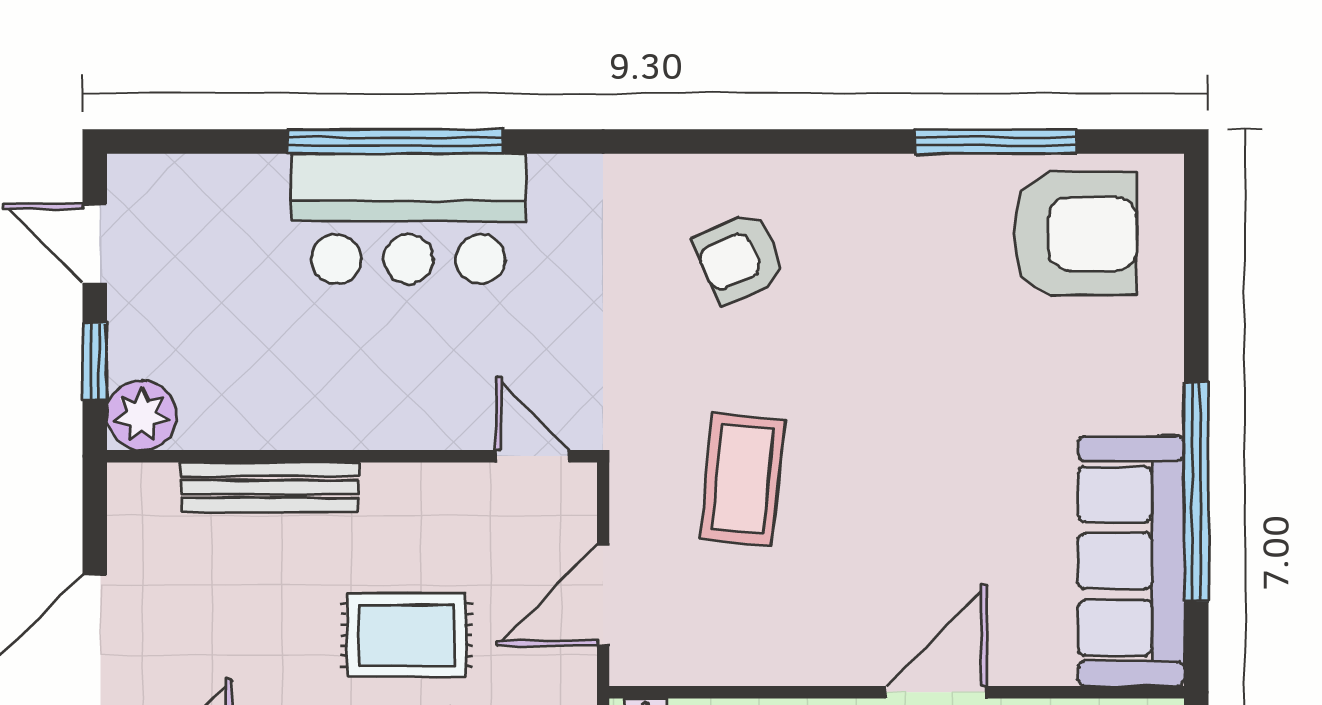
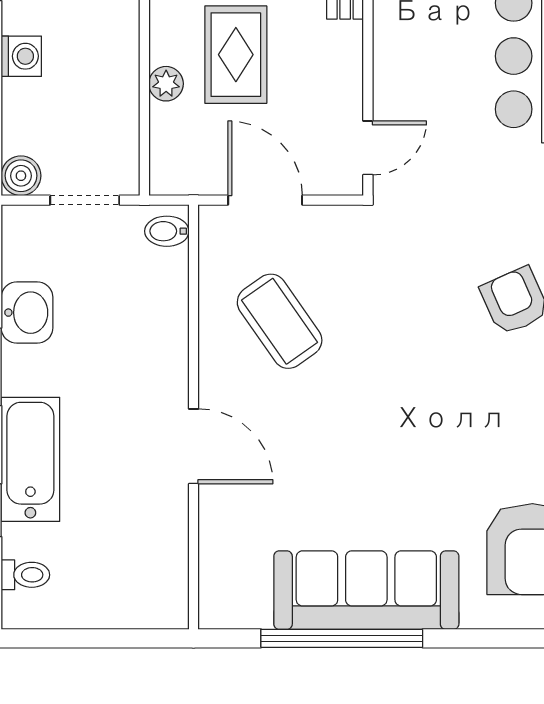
coffee table: (743, 479) -> (280, 321), moved, turned 49
sofa: (1131, 561) -> (366, 590), moved

